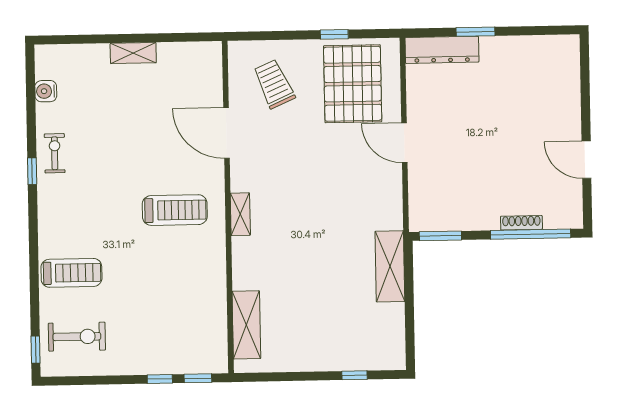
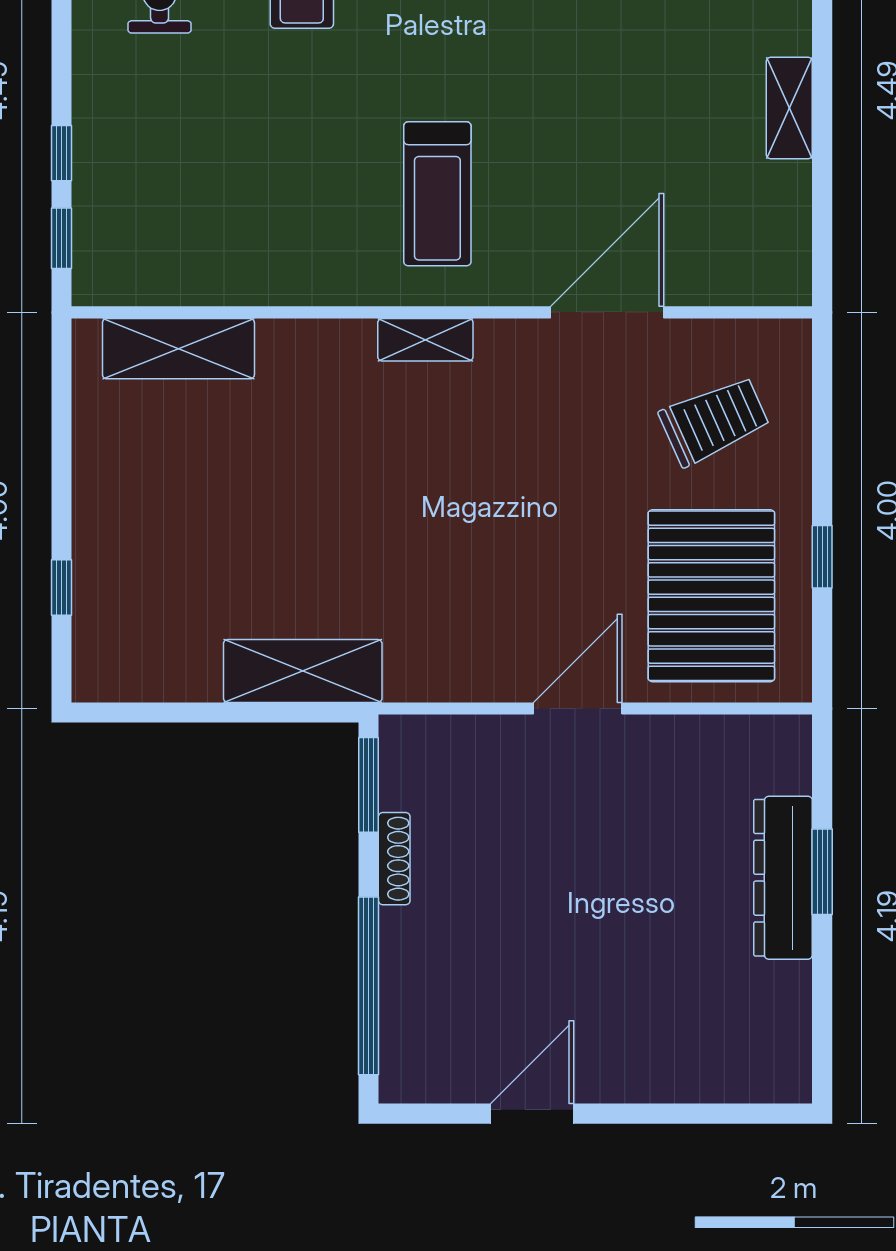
dresser: (442, 50) -> (783, 878), moved
pallet: (353, 84) -> (711, 596), turned 90
shoe rack: (521, 223) -> (394, 859), moved

